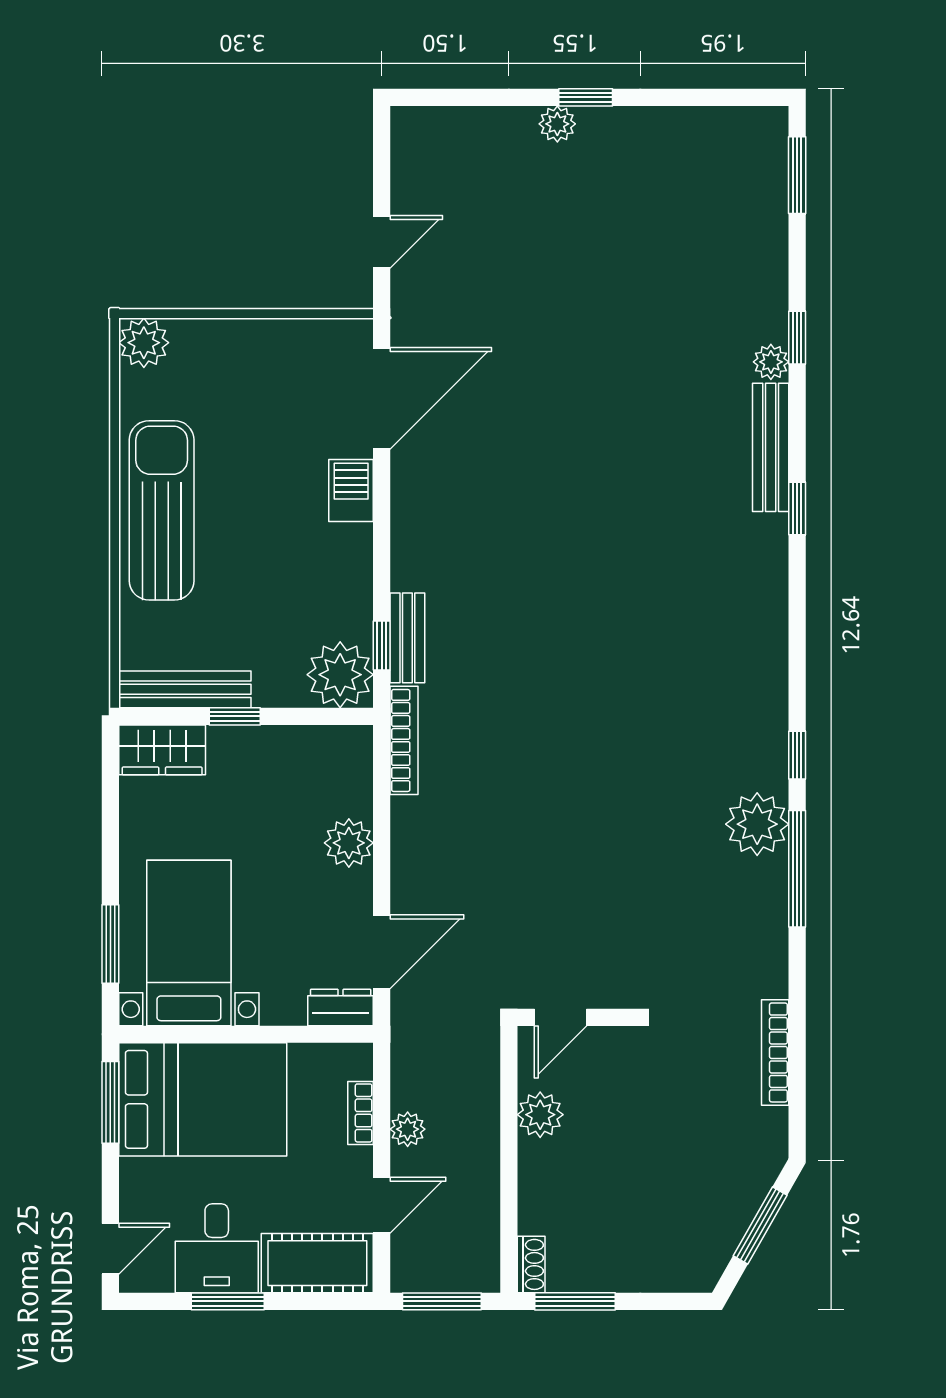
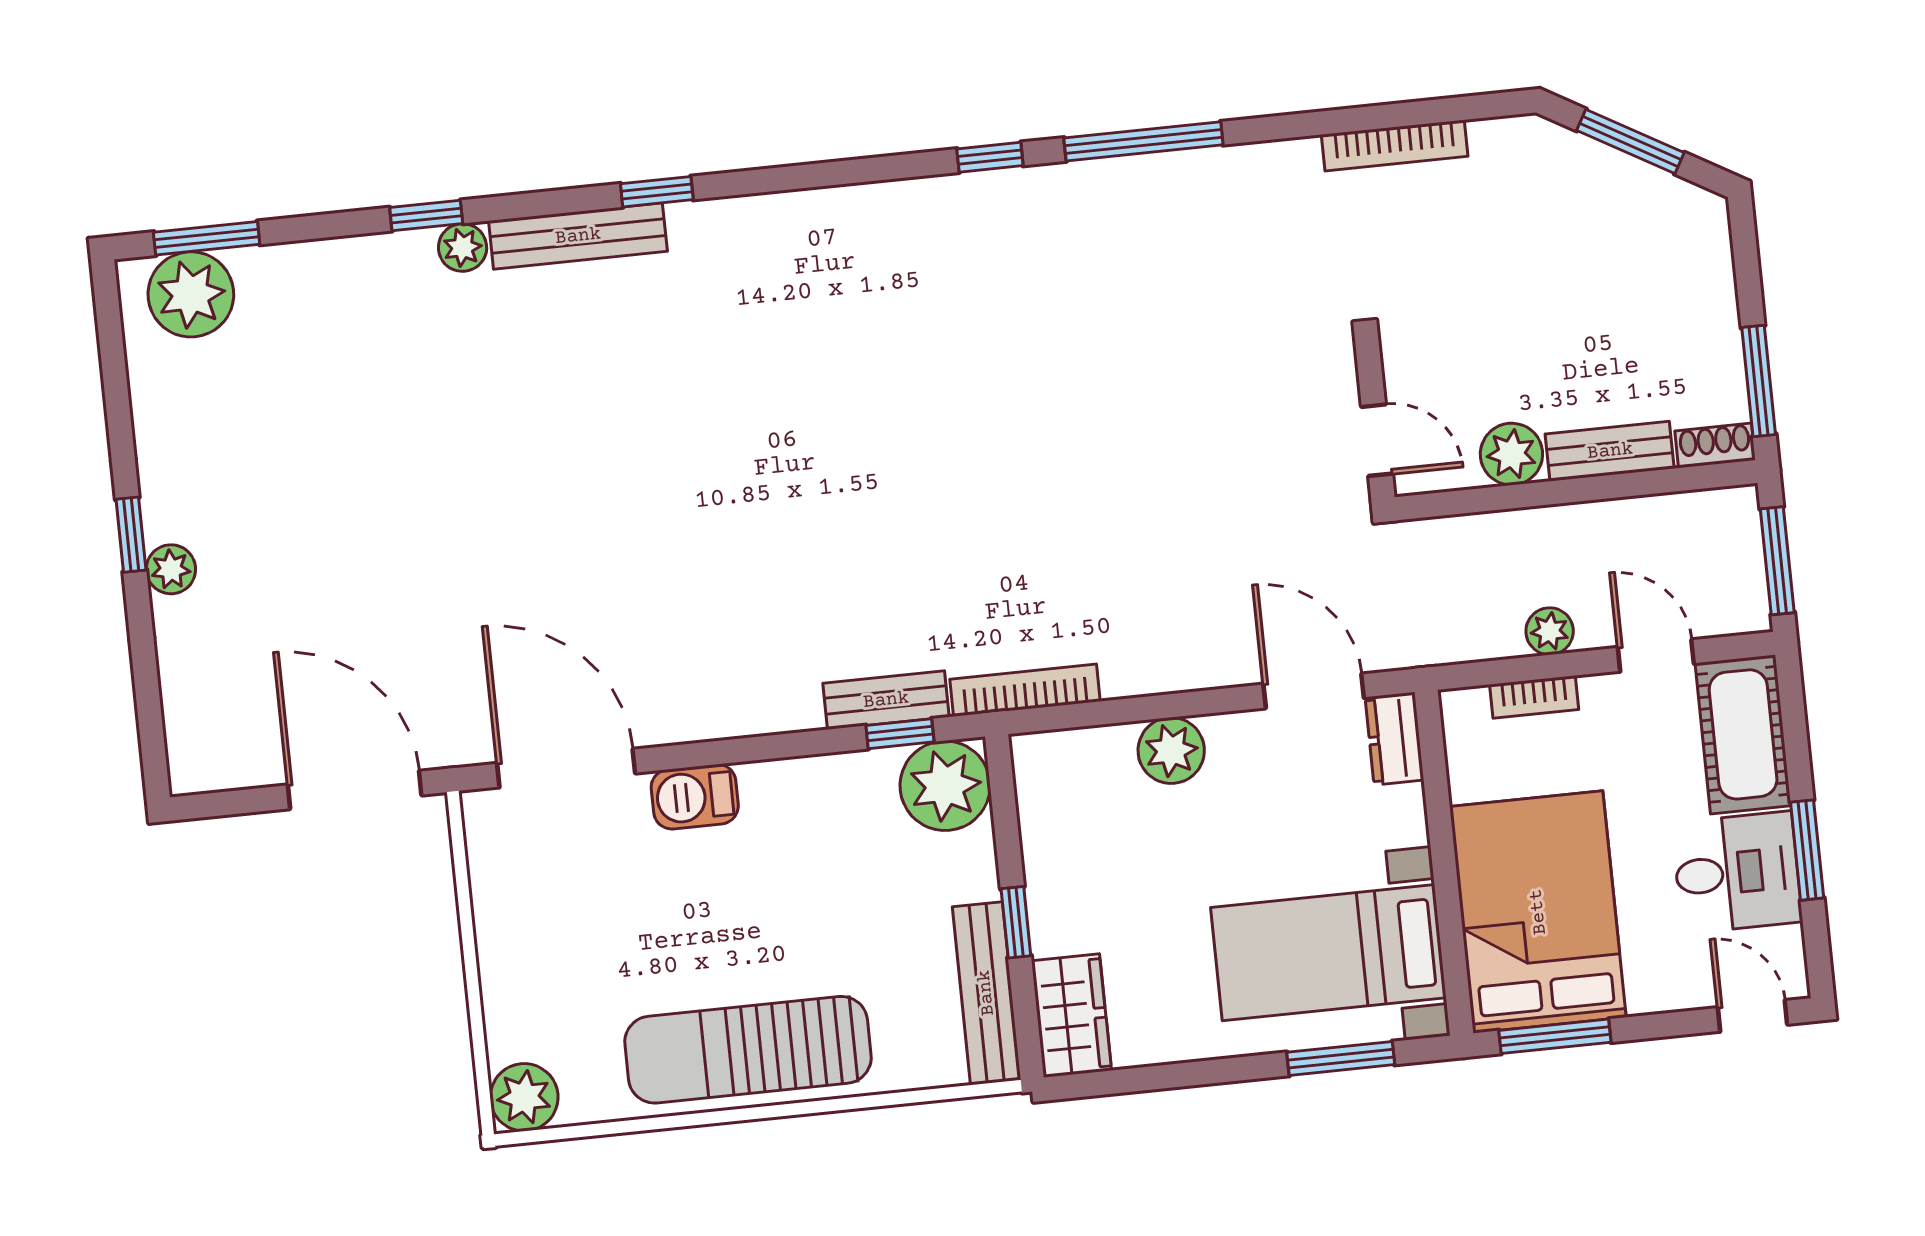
door: (382, 242) -> (355, 790), width x1.88
plant: (757, 824) -> (191, 294), moved
bench: (535, 1187) -> (1610, 451), added

